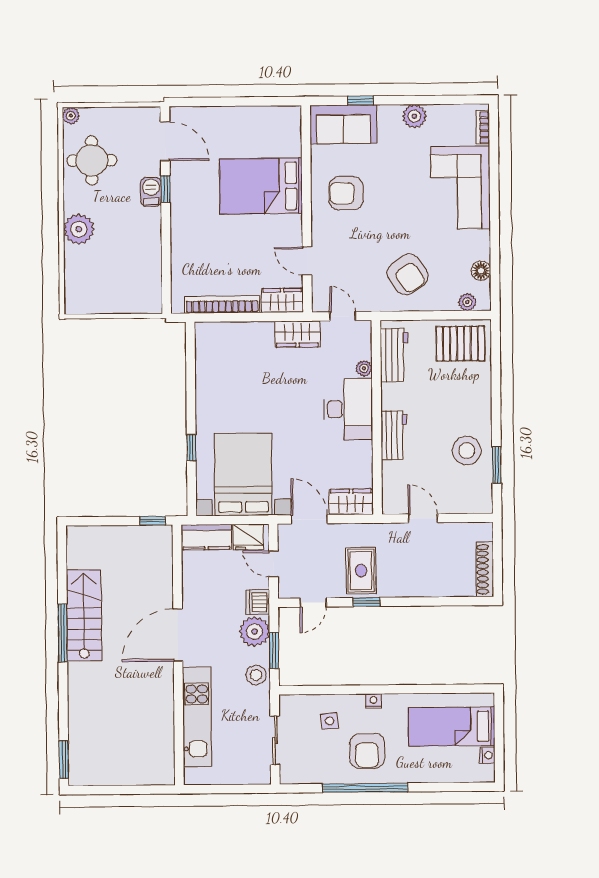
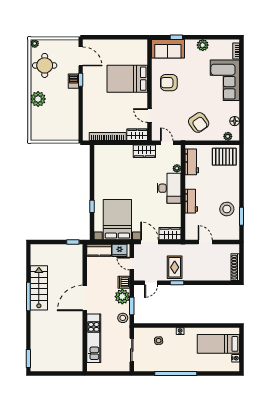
armchair: (367, 751) -> (177, 356), removed

